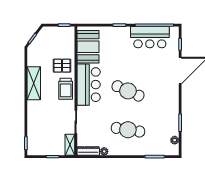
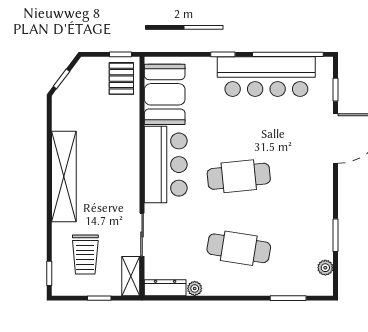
bar counter: (150, 37) -> (266, 77), width x1.36
pallet: (62, 66) -> (121, 79), moved, turned 90
shelving: (34, 83) -> (64, 176), width x1.47
trolley: (66, 89) -> (85, 255), moved
cafe table: (128, 91) -> (239, 176), turned -30

